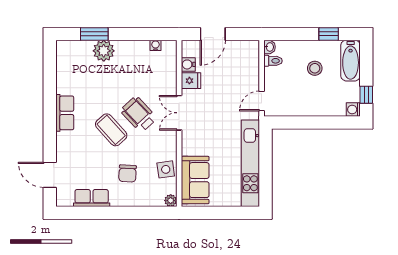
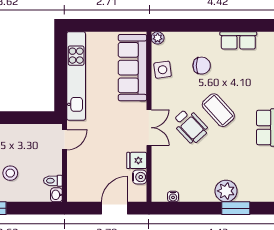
chair: (128, 173) -> (202, 66), turned 87
sofa: (195, 180) -> (132, 68), width x1.36

